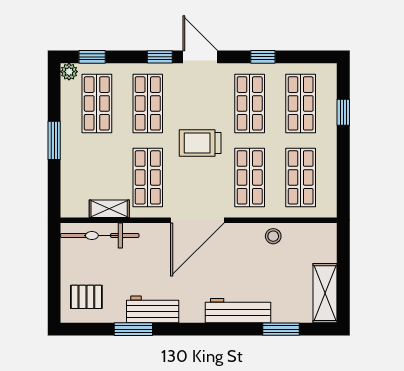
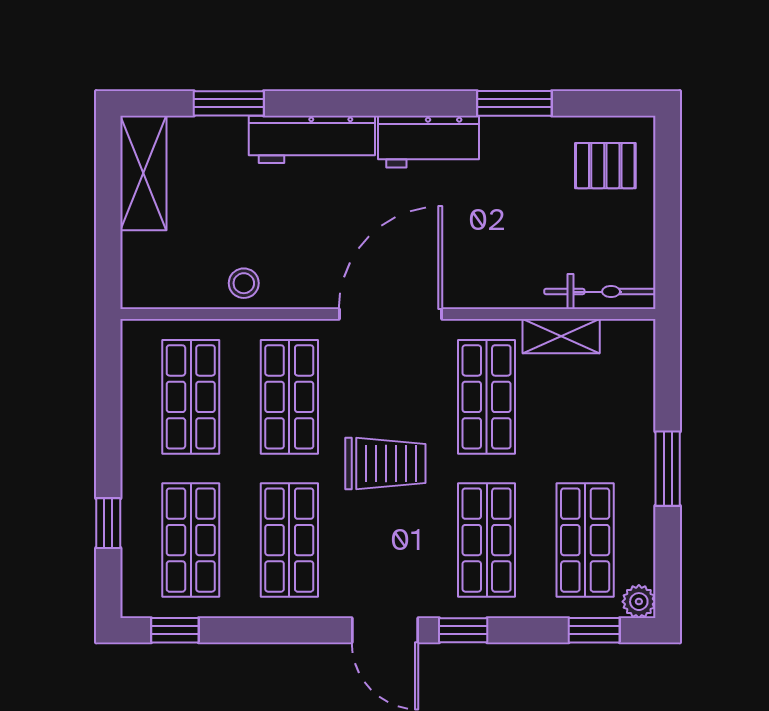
window: (263, 57) -> (175, 630), moved
bicycle: (100, 235) -> (600, 292), width x0.73, depth x0.71
workbench: (153, 309) -> (429, 142), moved

